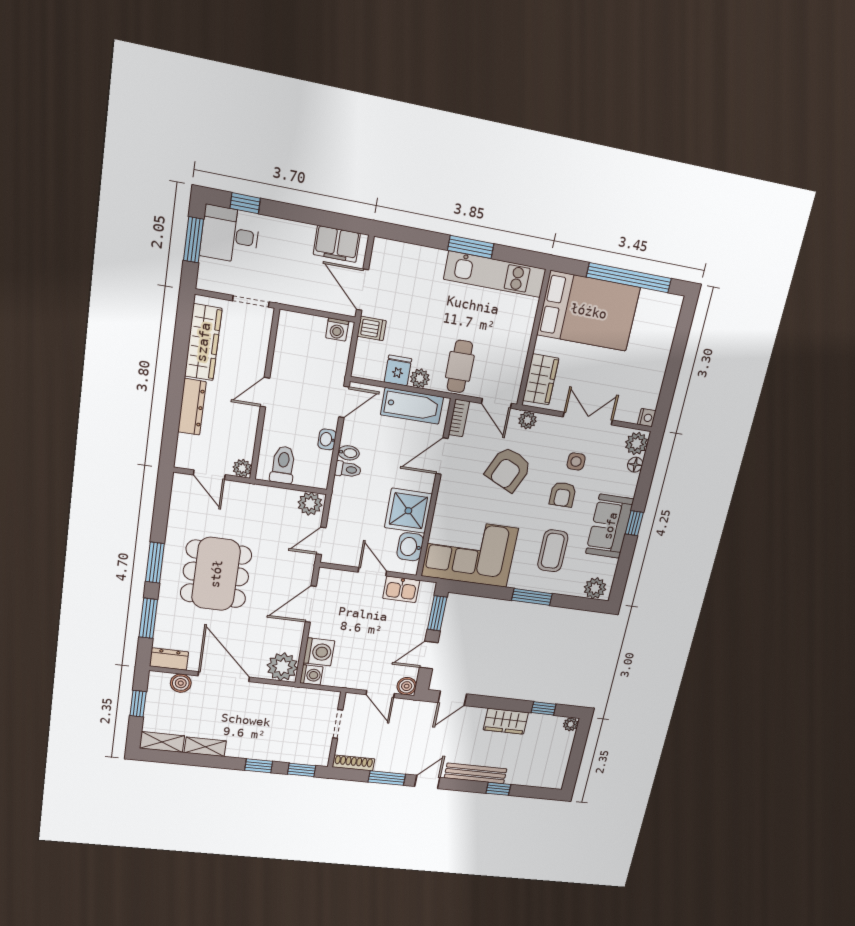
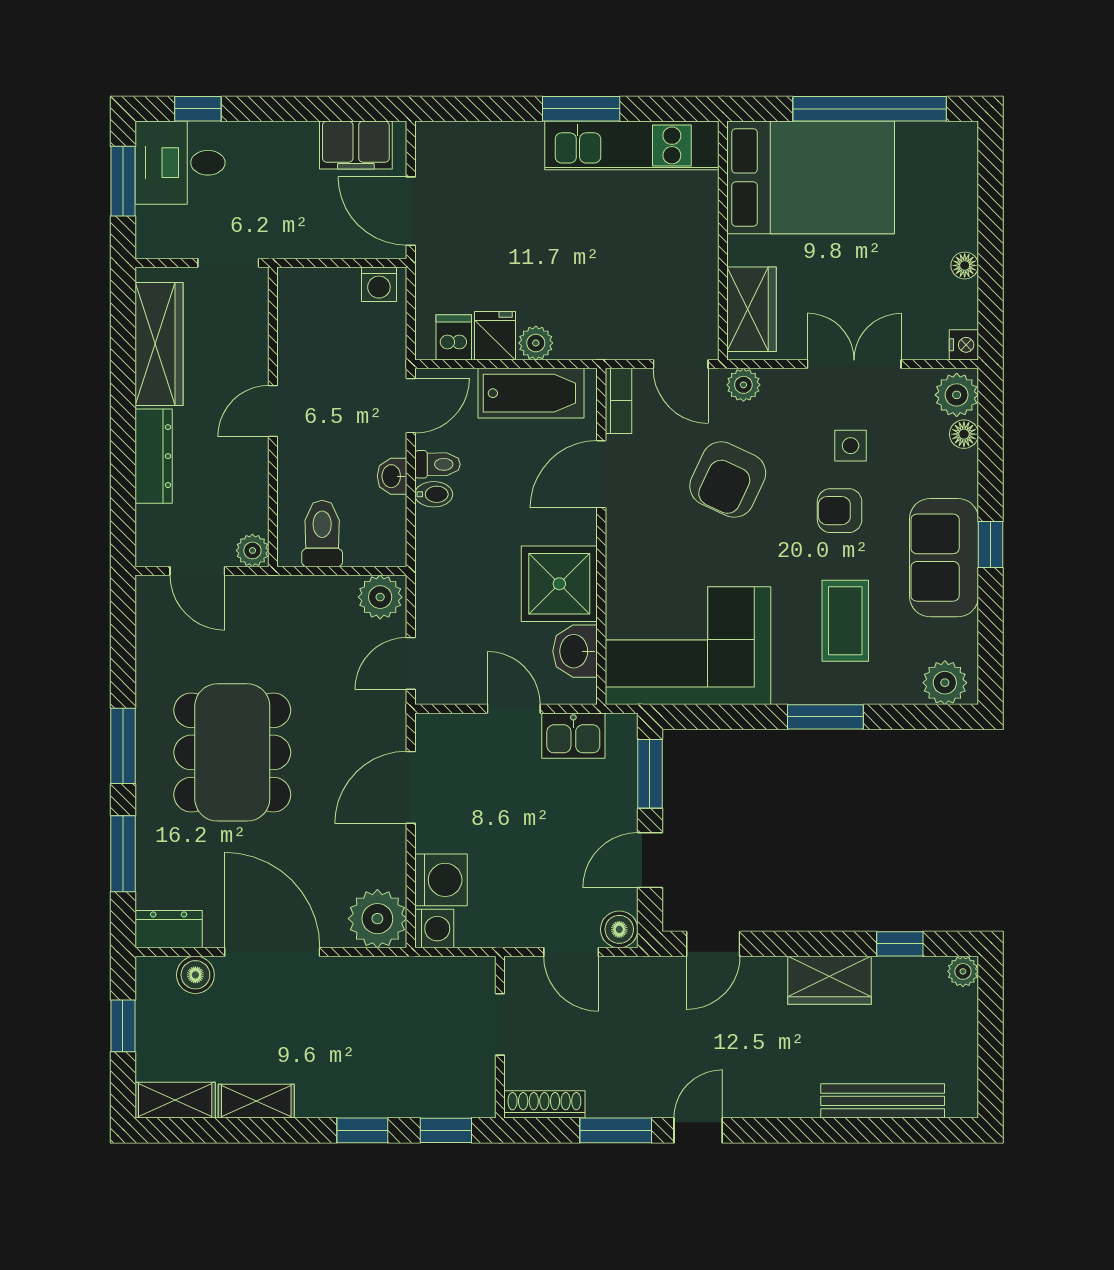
dishwasher: (372, 328) -> (454, 337), moved, turned -90
cafe table: (460, 366) -> (602, 311), removed
floor lamp: (658, 375) -> (965, 265), added
toilet: (348, 469) -> (437, 464), moved
armchair: (563, 494) -> (840, 511), turned 90
bench: (476, 773) -> (883, 1101), moved
window: (498, 789) -> (846, 1130), removed

